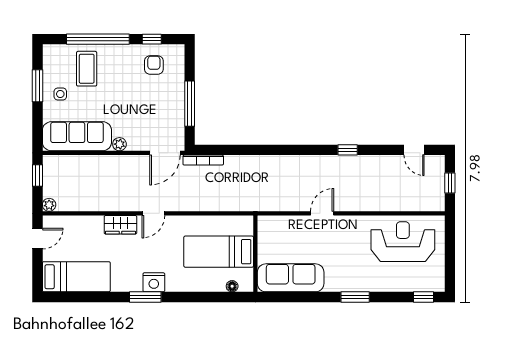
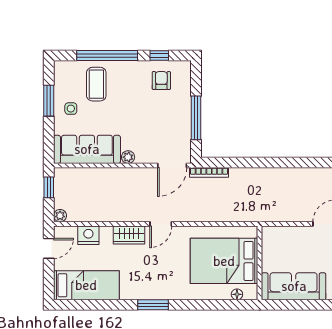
bed: (219, 252) -> (224, 261), width x1.50
nightstand: (154, 282) -> (88, 235), moved, turned 180

